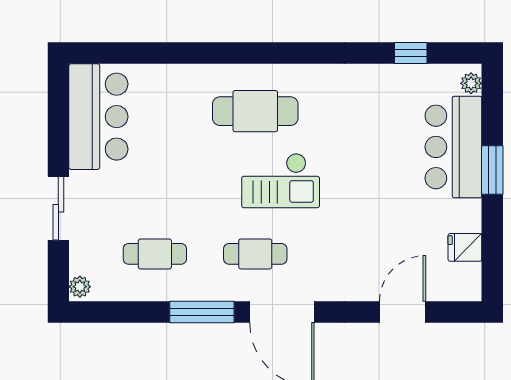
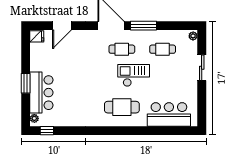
window: (411, 53) -> (47, 131), moved
bar counter: (98, 117) -> (169, 114), moved, turned 90
checkout: (281, 181) -> (134, 75), moved
fridge: (465, 247) -> (37, 36), moved

